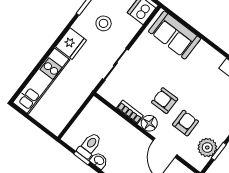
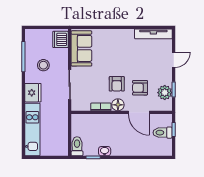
sofa: (175, 35) -> (81, 48), moved, turned -90
armchair: (165, 101) -> (117, 84), turned -90
armchair: (185, 123) -> (140, 88), turned -90
toilet: (89, 145) -> (77, 146), moved

